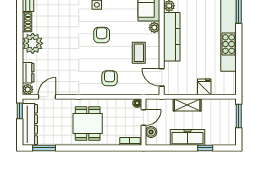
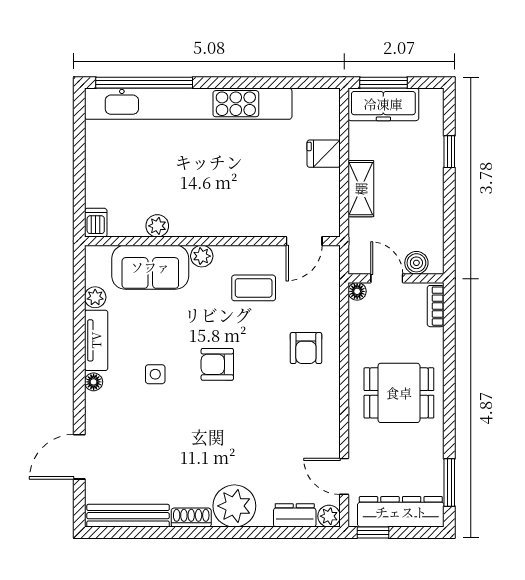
kitchen counter: (172, 37) -> (221, 220), removed
armchair: (110, 78) -> (306, 348), turned -90
freezer: (187, 137) -> (383, 104), moved, turned -90

